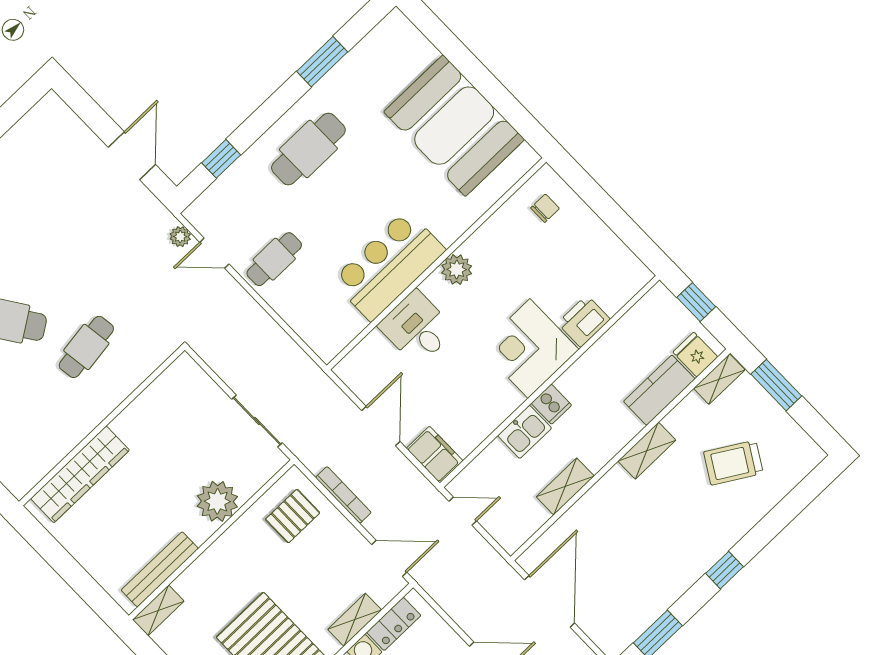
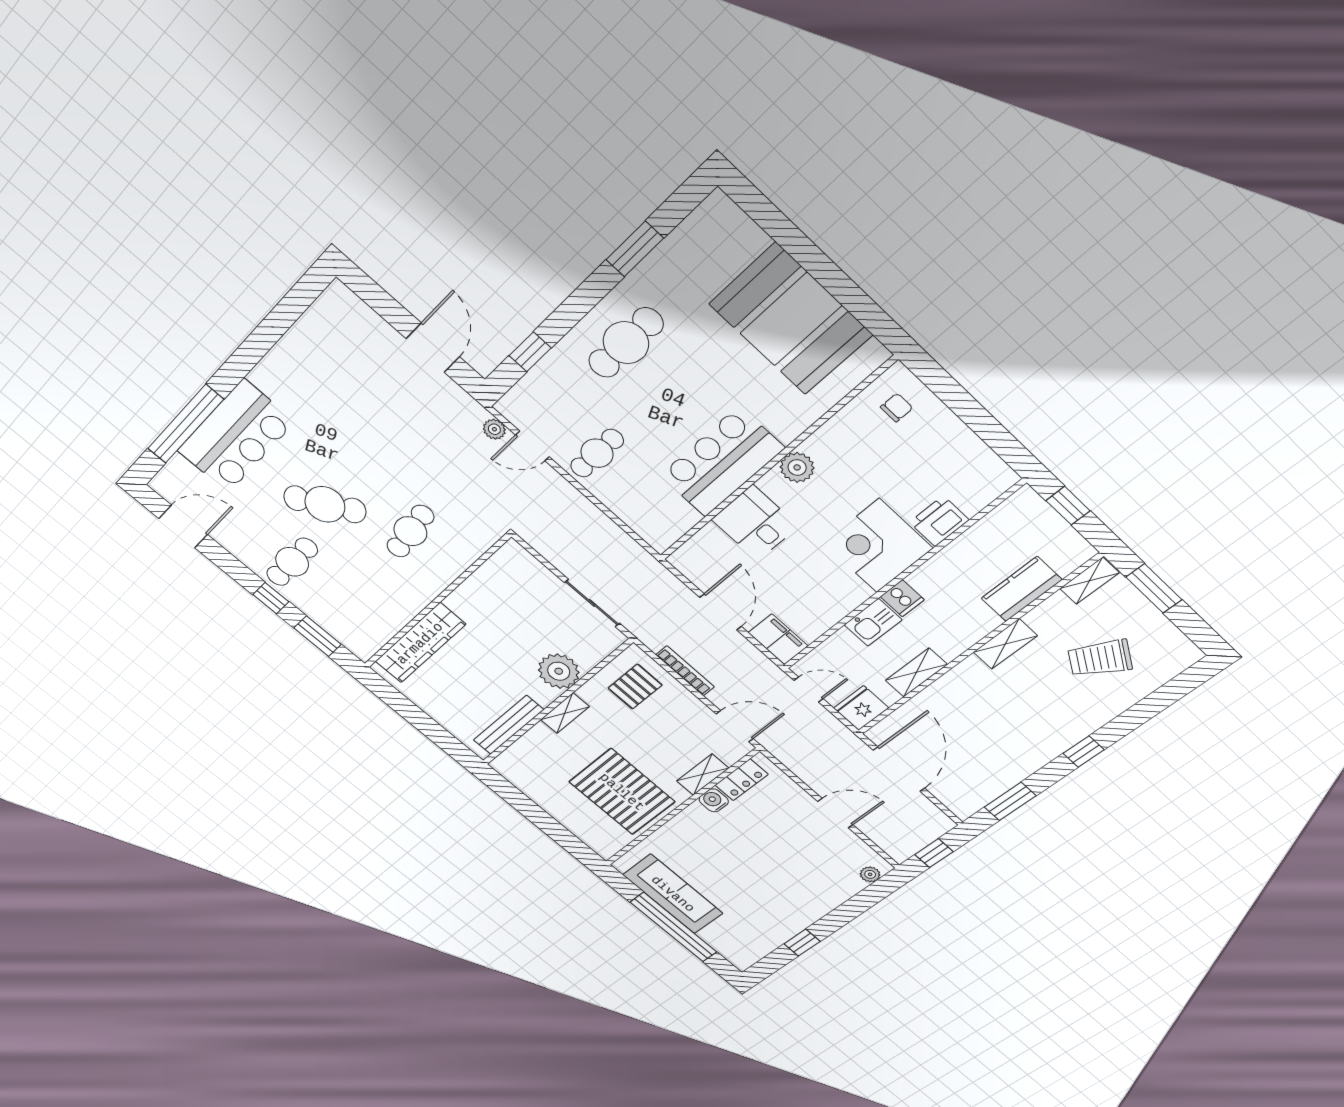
fridge: (695, 355) -> (861, 708), moved, width x1.38
shelving: (158, 610) -> (565, 713), moved

